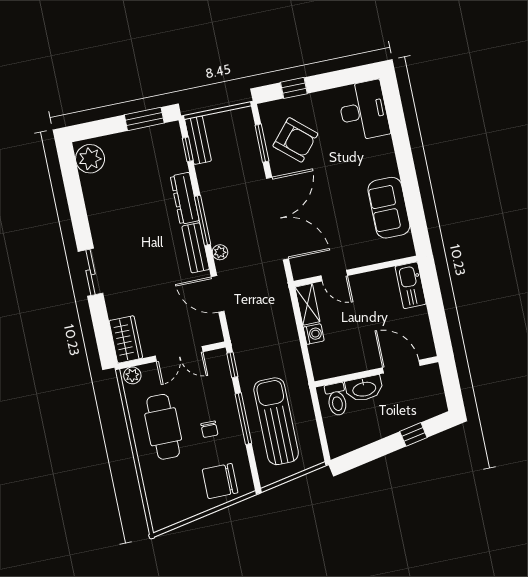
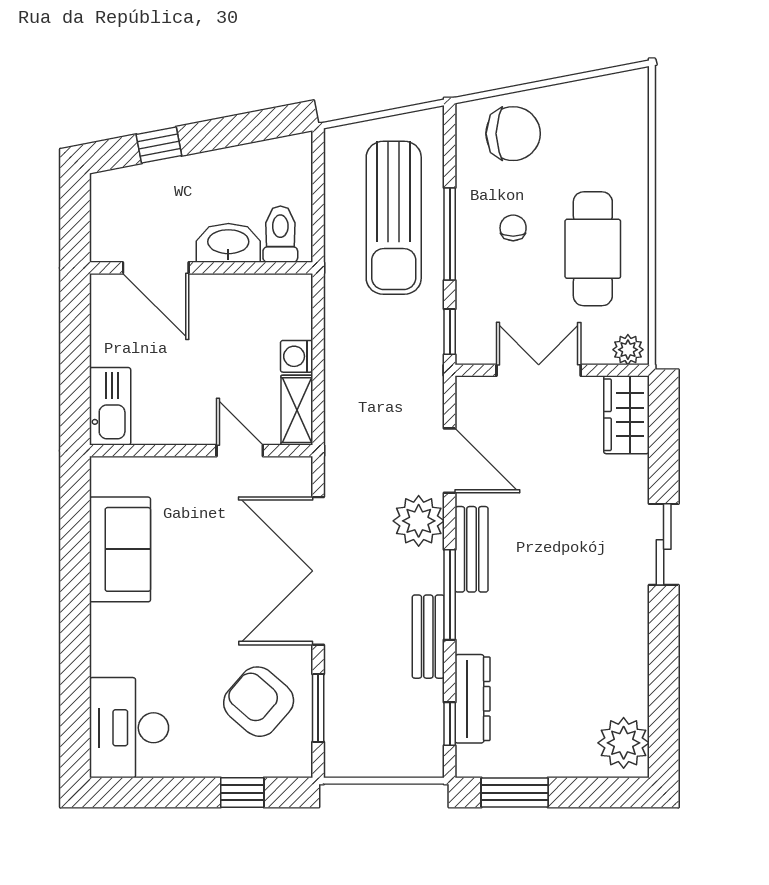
bench: (198, 140) -> (428, 637), moved
dresser: (185, 198) -> (473, 699), moved
plant: (220, 252) -> (419, 521), width x1.88, depth x1.88

